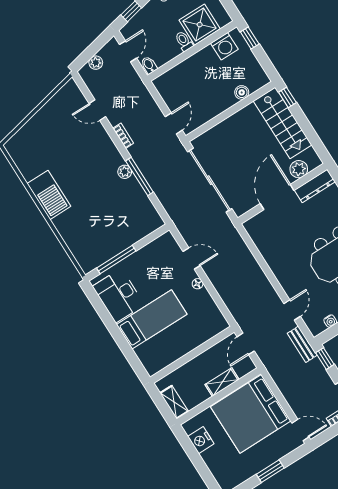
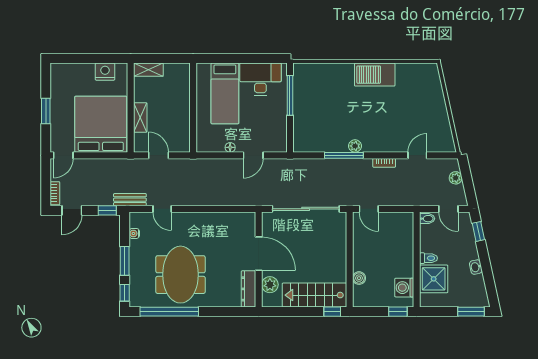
wall: (192, 355) -> (193, 108), moved

